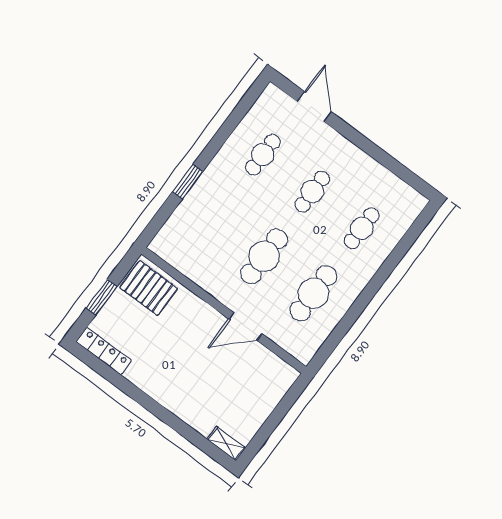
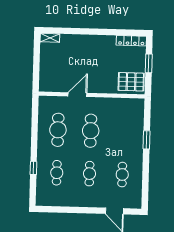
window: (393, 261) -> (33, 168), added

